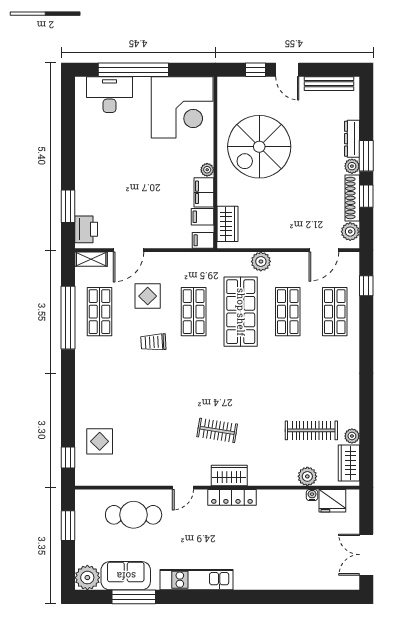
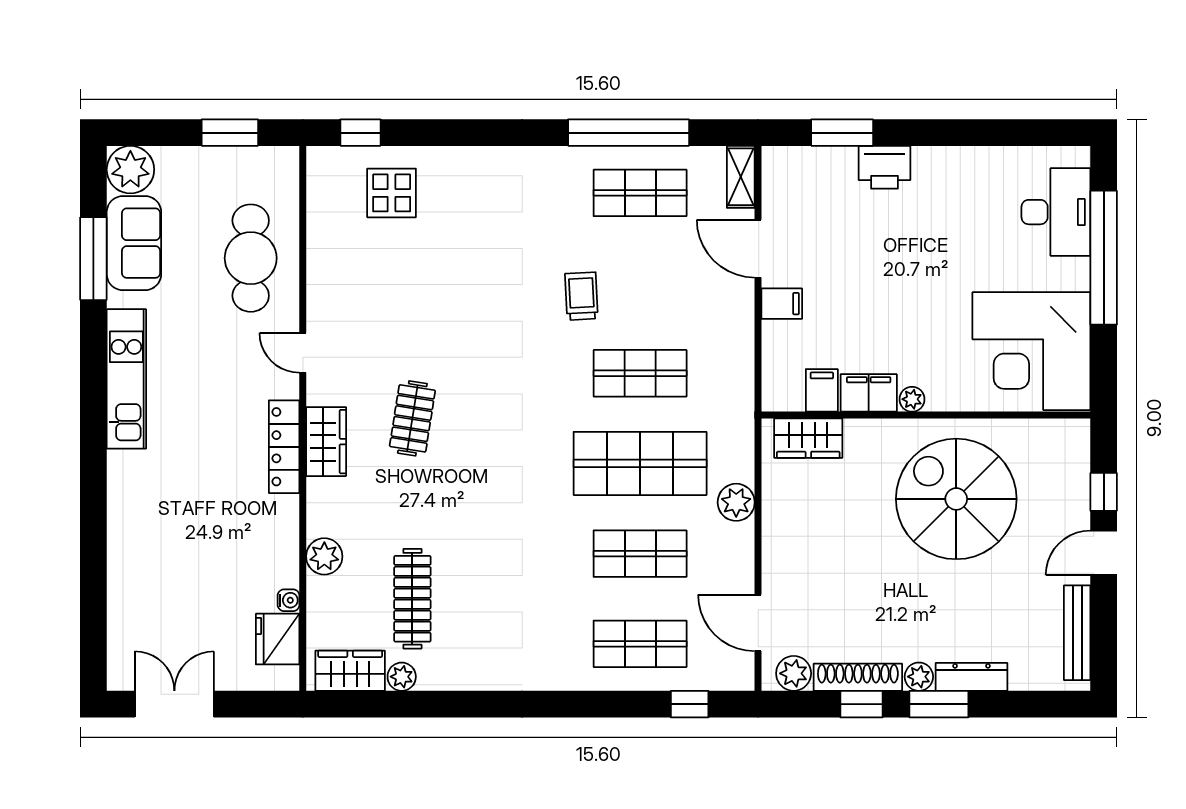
printer: (86, 229) -> (884, 167), moved
filing cabinet: (203, 240) -> (782, 304), moved, turned 90
display table: (148, 296) -> (670, 285), removed
plant: (307, 476) -> (324, 556), moved

